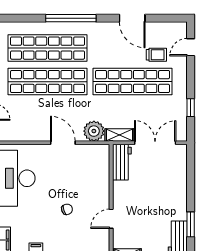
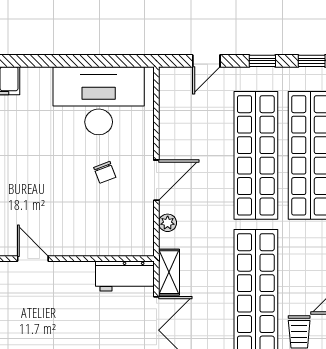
plant: (94, 131) -> (168, 223), width x0.53, depth x0.53
chair: (67, 209) -> (105, 172), moved

